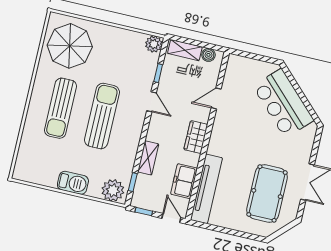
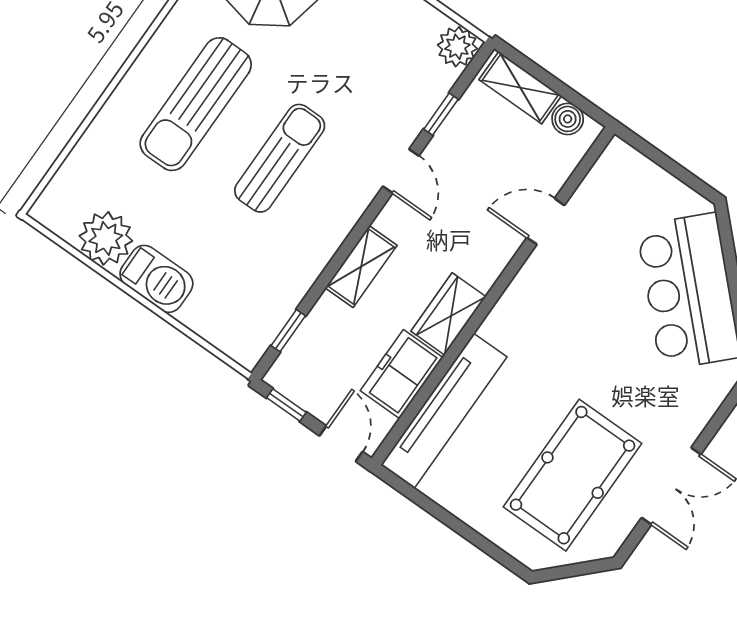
sun lounger: (102, 116) -> (280, 158), width x0.73, depth x0.75
wardrobe: (196, 137) -> (448, 314), moved
shelving: (148, 158) -> (361, 267), moved
plant: (113, 190) -> (106, 238), moved

